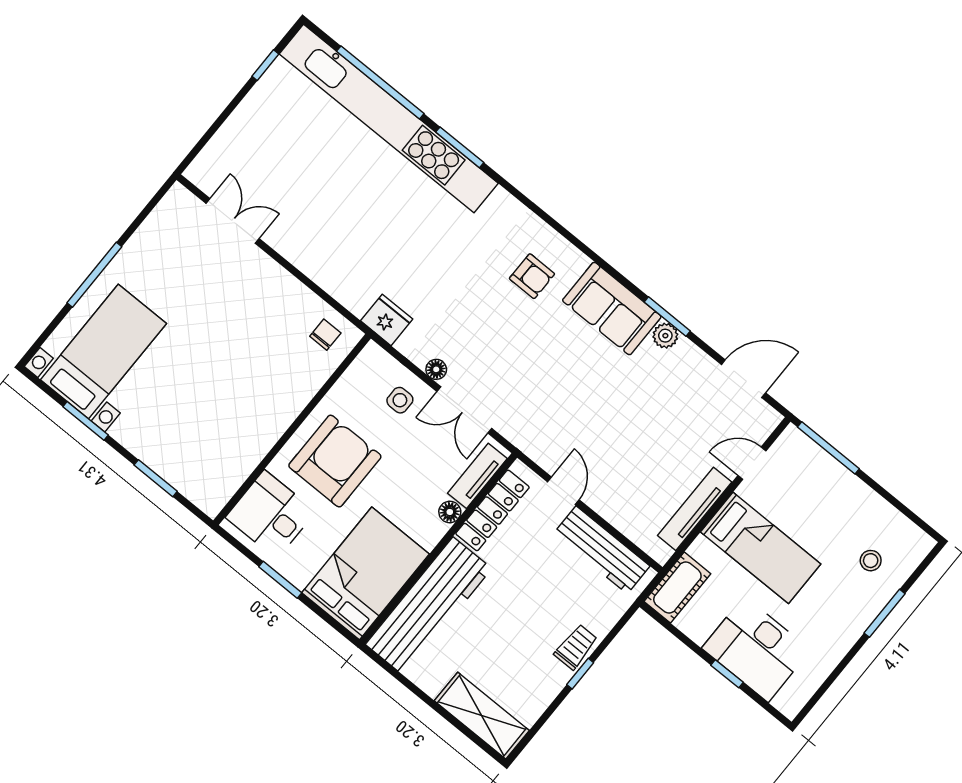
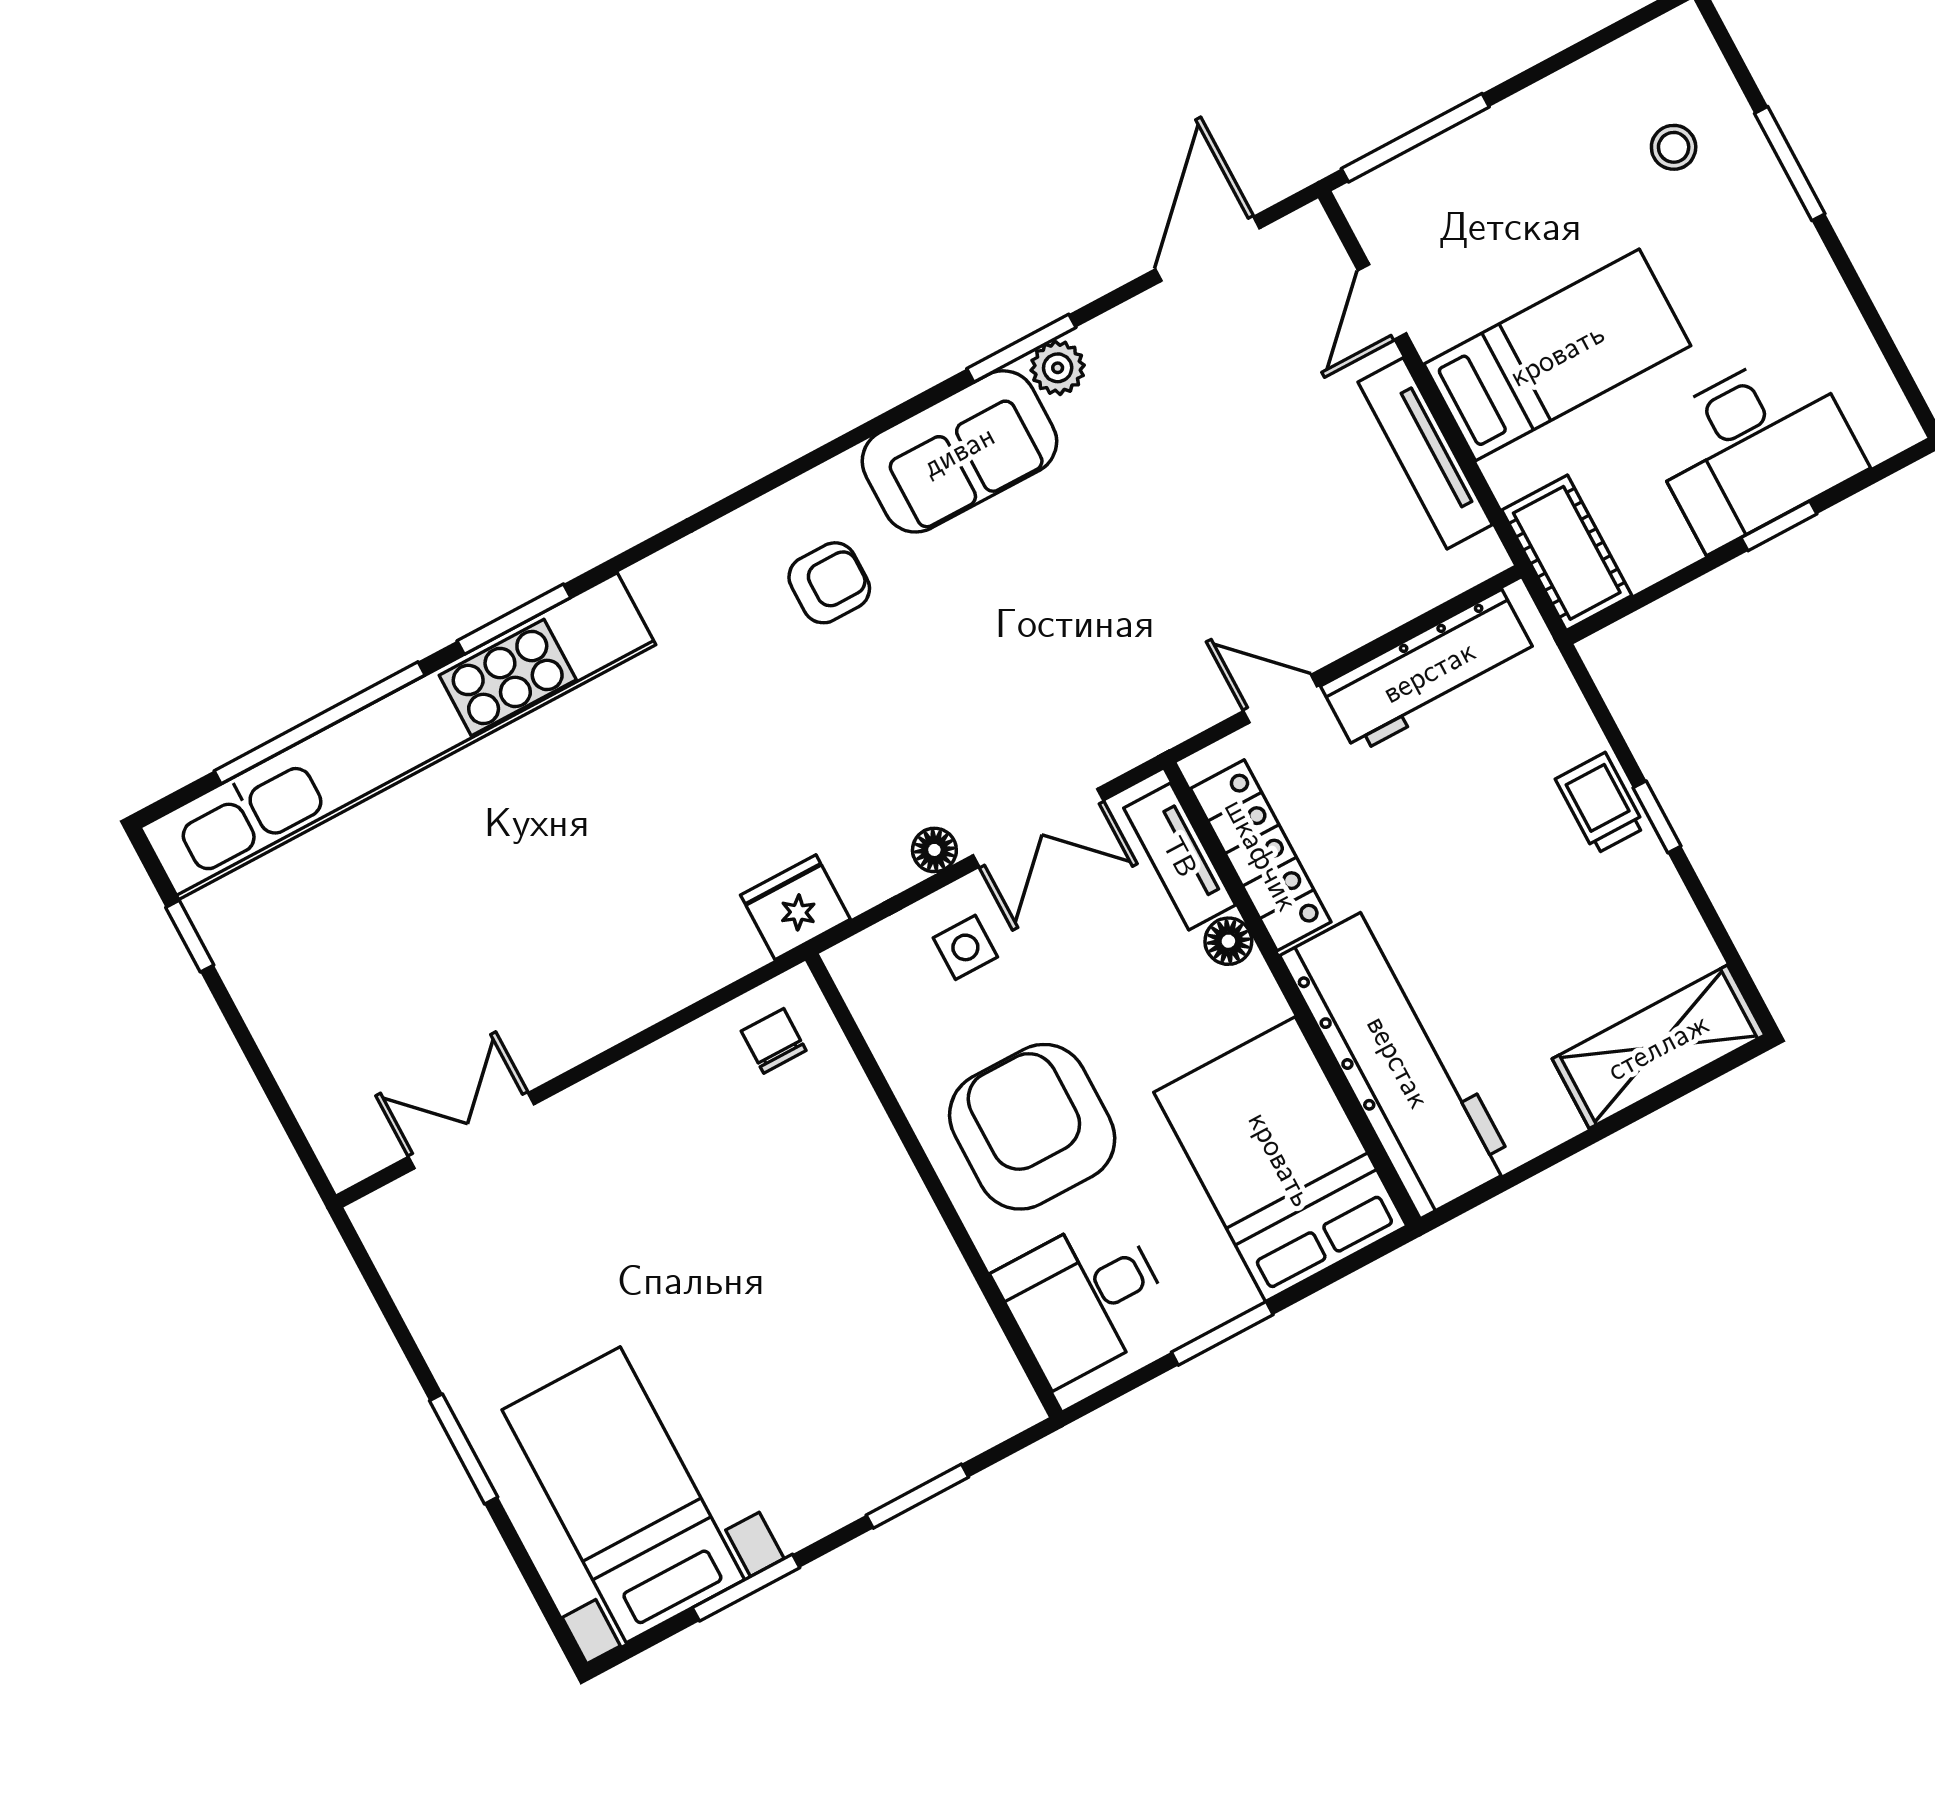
window: (94, 275) -> (464, 1449), width x0.69

